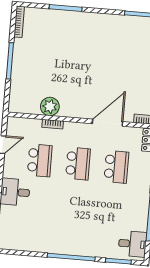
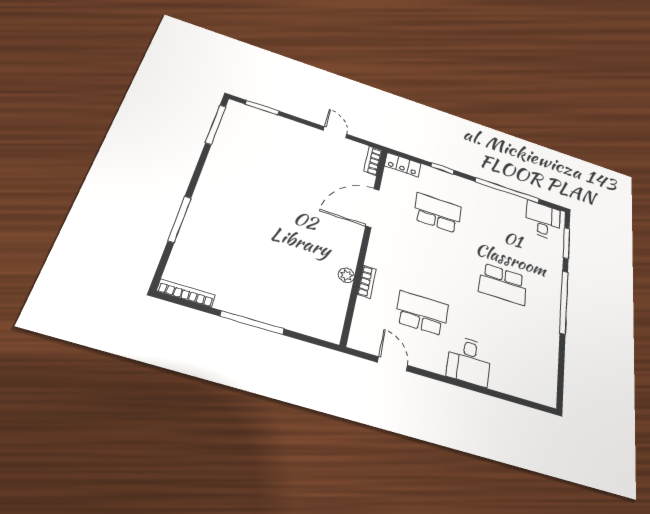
plant: (50, 106) -> (346, 275), width x0.53, depth x0.53
door: (108, 123) -> (372, 208), hinge flipped
school desk: (78, 164) -> (503, 284), moved, turned 180

